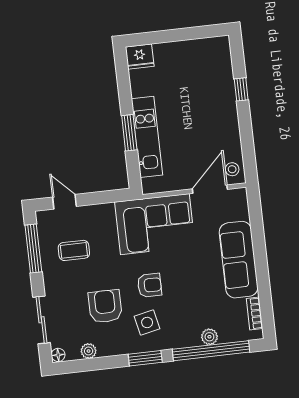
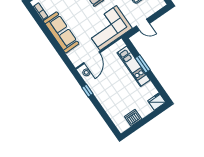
dishwasher: (194, 50) -> (133, 118), added
window: (241, 89) -> (87, 91), moved
door: (64, 202) -> (143, 25), moved

